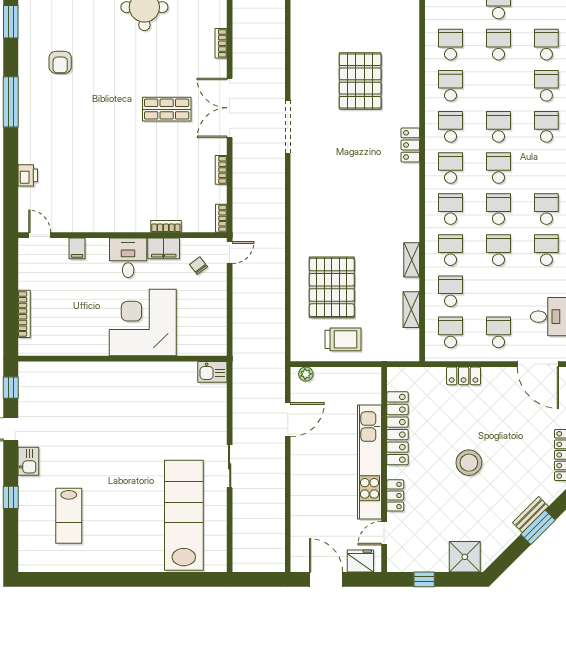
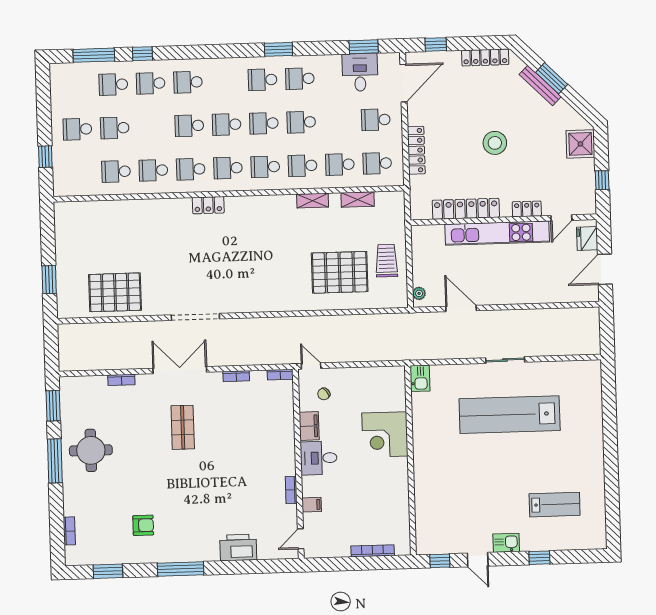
pallet: (360, 81) -> (115, 292), moved
double door: (230, 108) -> (180, 370), swing flipped
printer: (28, 175) -> (238, 548), width x1.87, depth x1.48
bookcase: (166, 226) -> (291, 490), moved
corner desk: (143, 323) -> (385, 435), width x0.74, depth x0.74
locker: (464, 376) -> (416, 150), width x1.53
lab bench: (184, 515) -> (510, 415), moved
bench: (531, 515) -> (540, 85), width x1.36
door: (384, 533) -> (561, 218), hinge flipped

